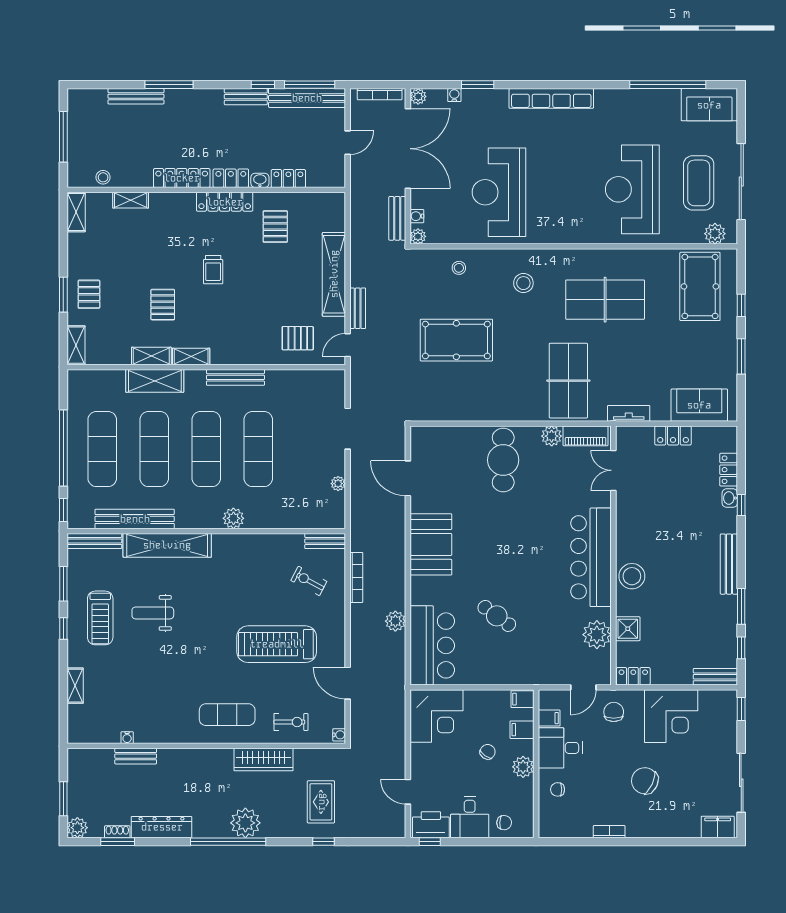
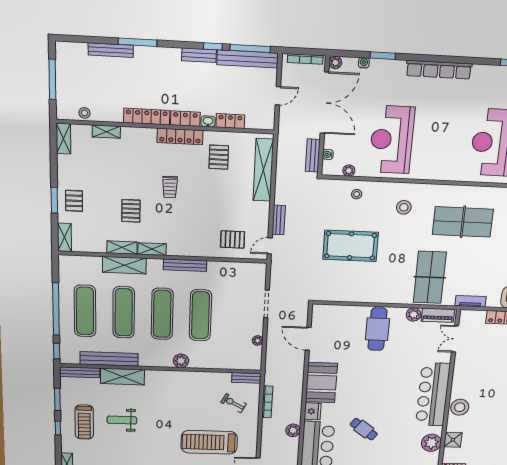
plant: (418, 236) -> (349, 171), moved
shelving: (334, 274) -> (263, 170), moved
shelving: (167, 545) -> (122, 377), width x0.68
fridge: (421, 590) -> (313, 411), added

